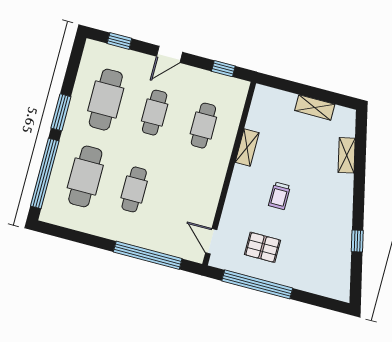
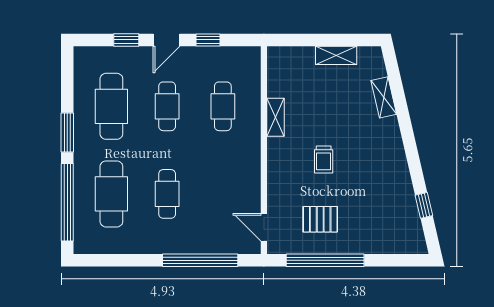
window: (119, 41) -> (126, 40), moved
window: (223, 69) -> (208, 40), moved
window: (357, 241) -> (424, 205), moved

